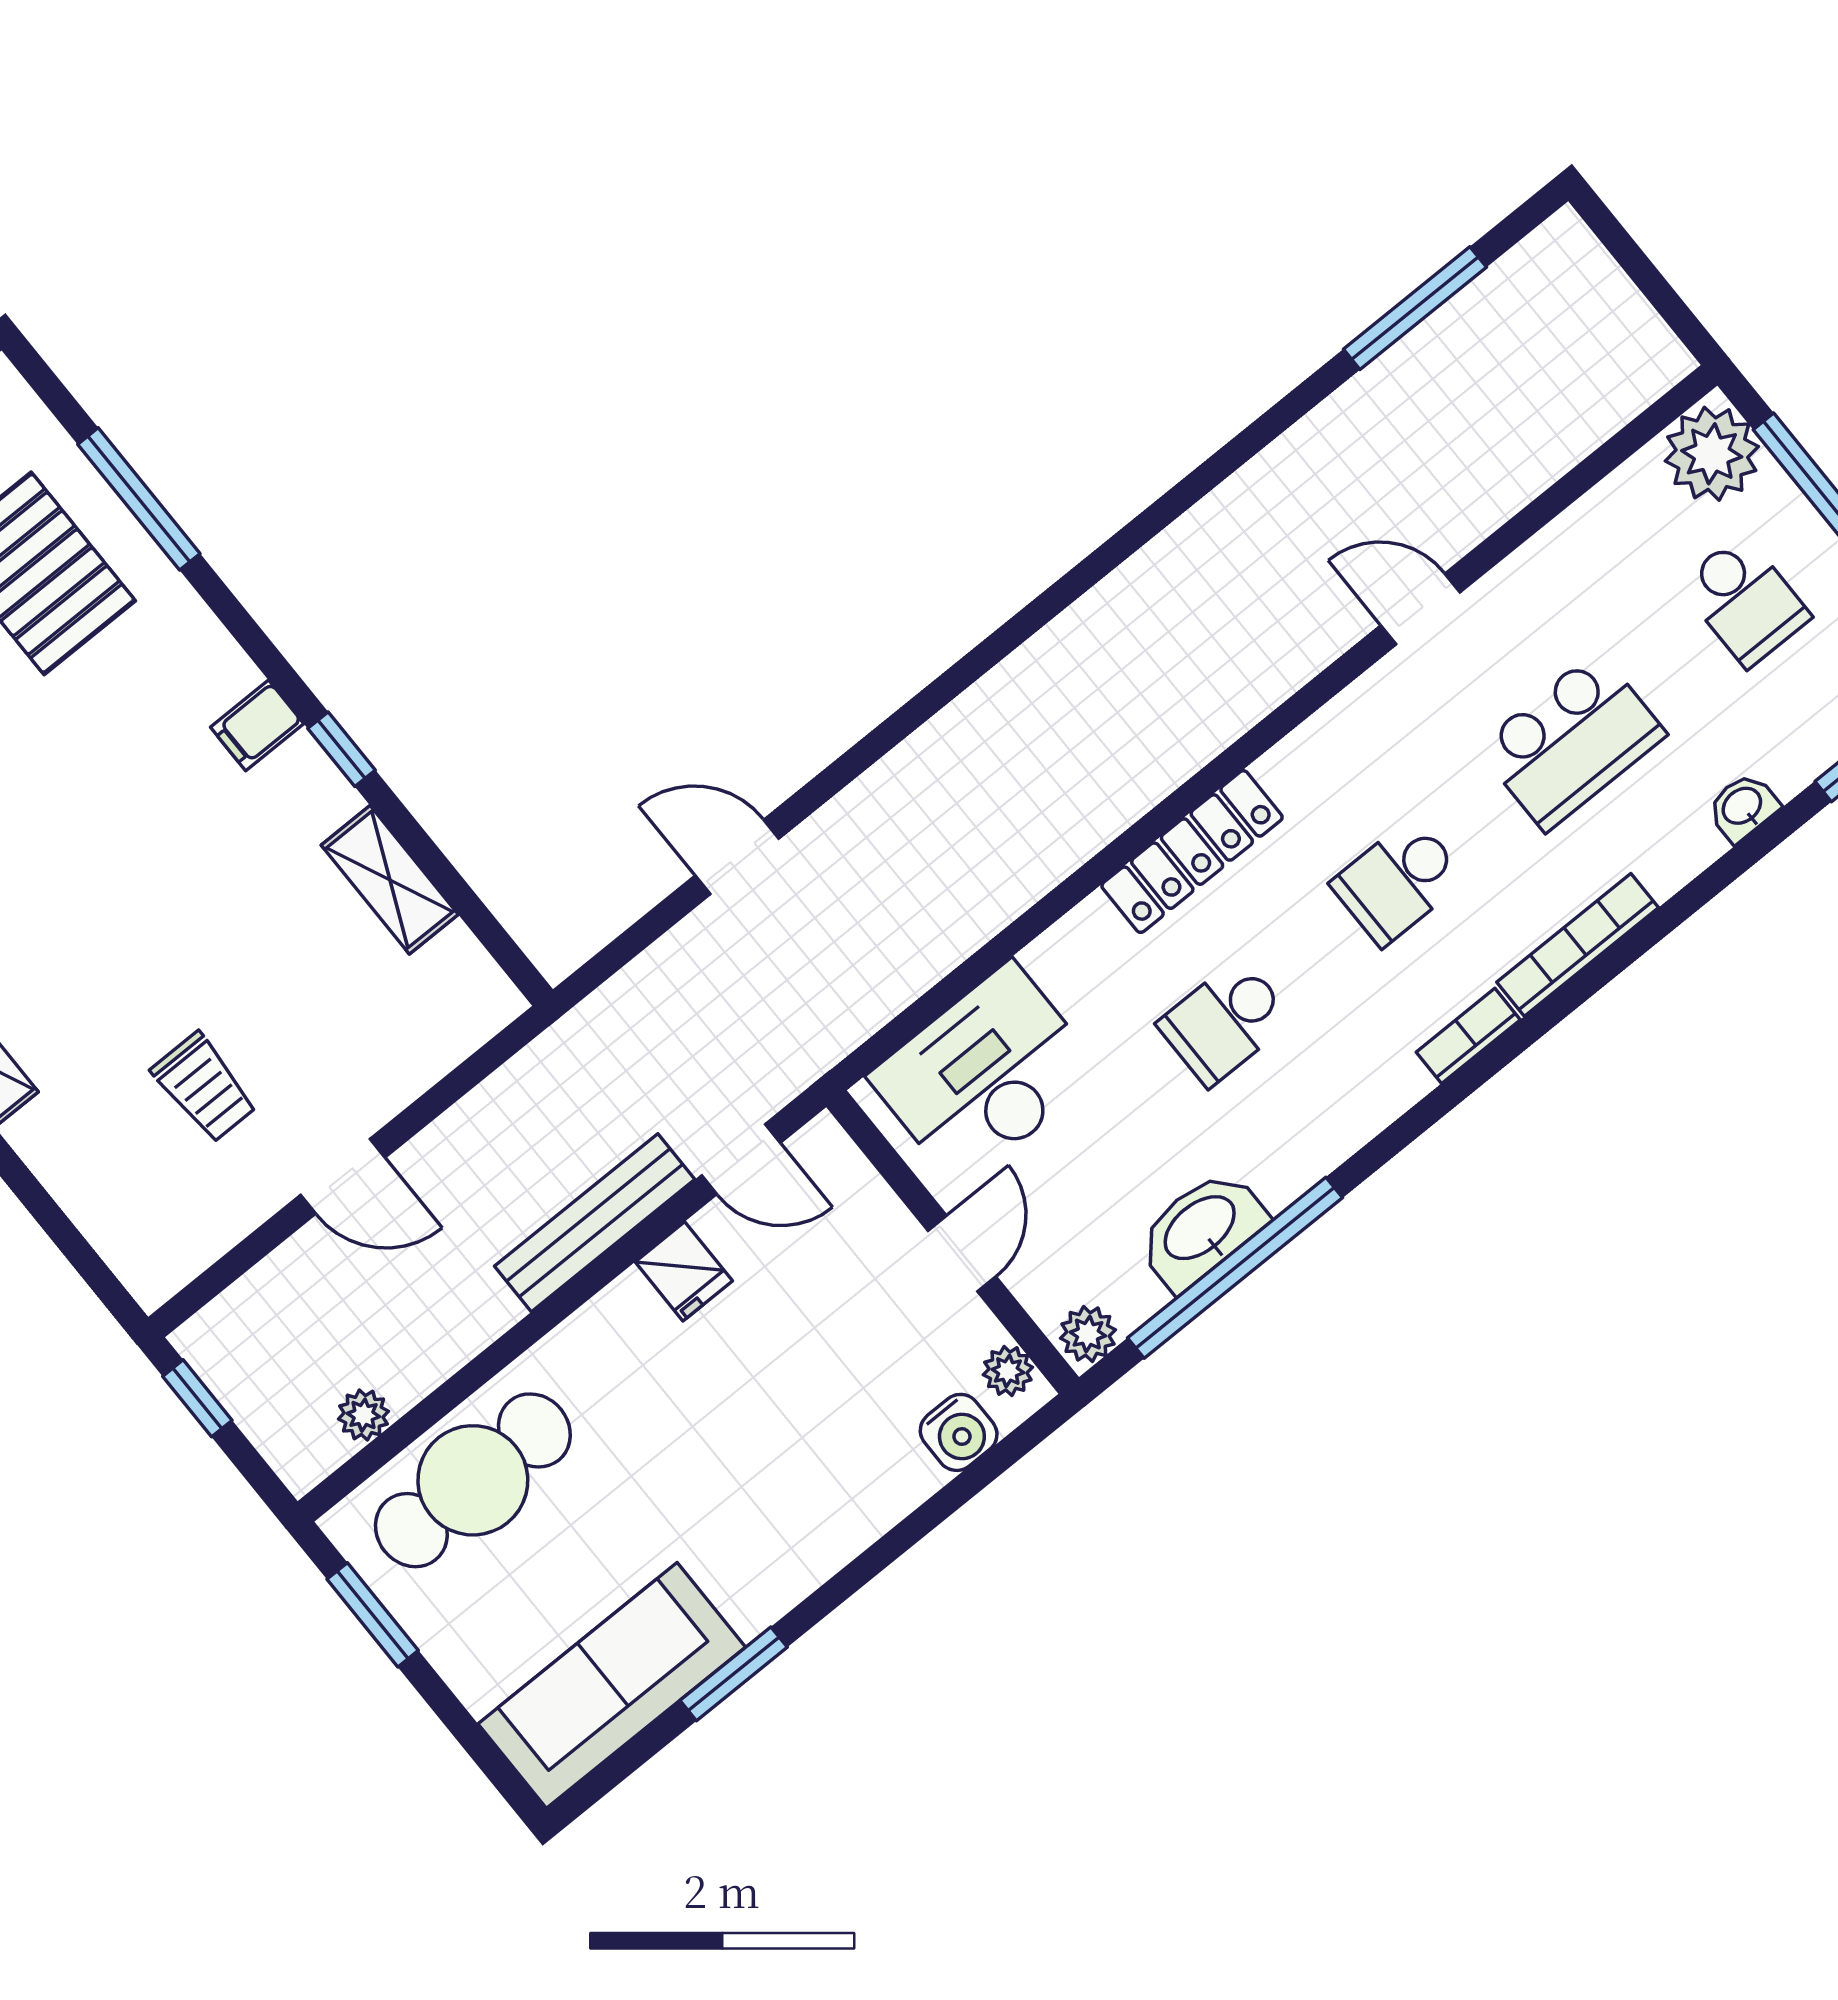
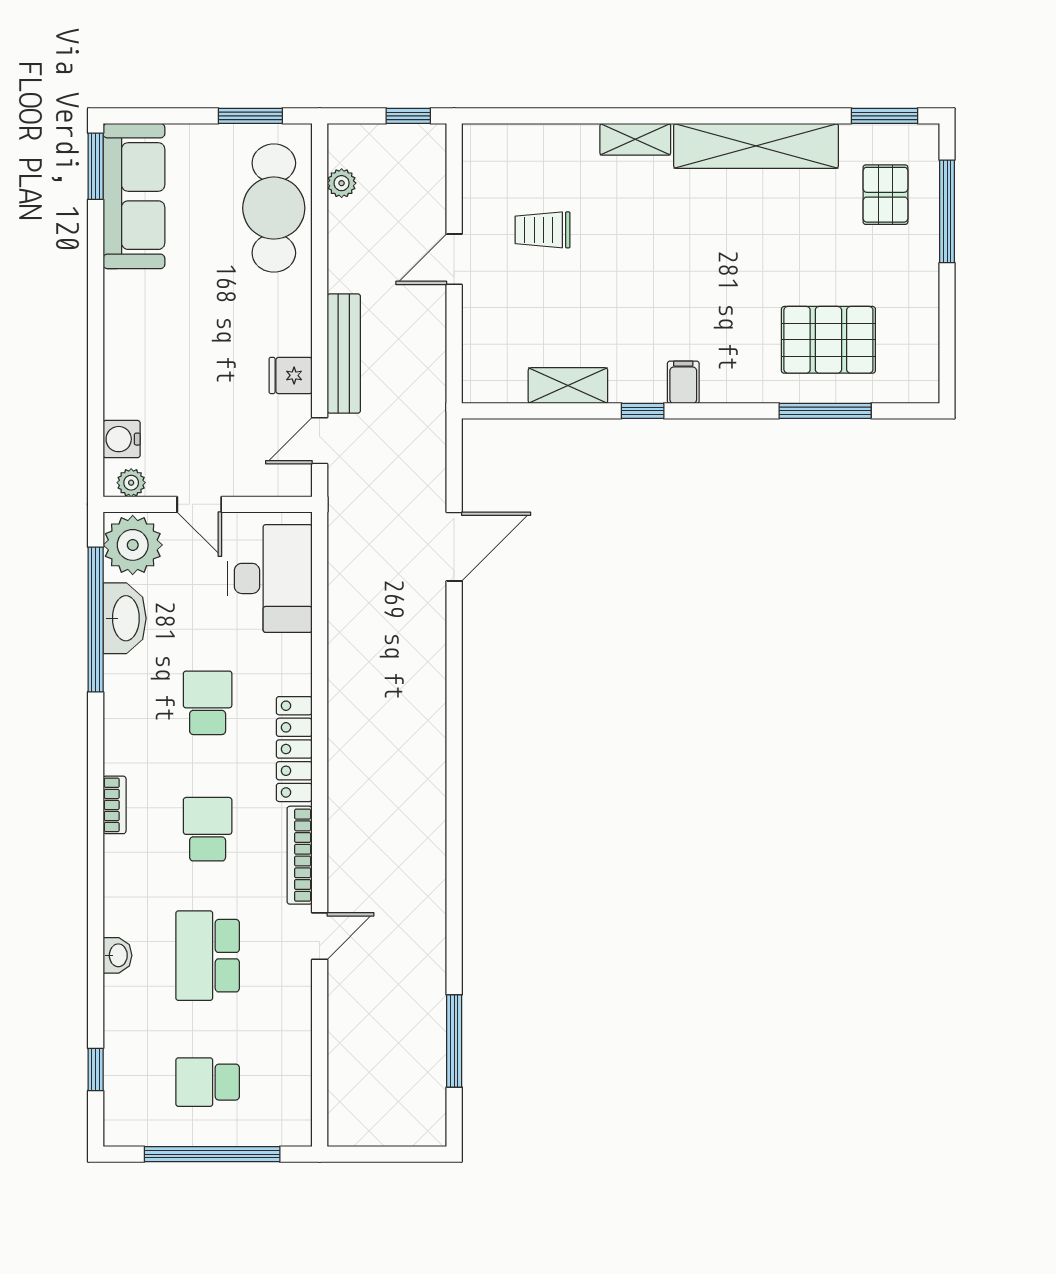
plant: (1712, 454) -> (284, 1120), removed
washbasin: (1743, 807) -> (117, 955), moved
door: (737, 857) -> (454, 547), width x1.38
bookcase: (1578, 945) -> (300, 855), moved, turned 180
plant: (1088, 1334) -> (133, 545), width x1.87, depth x1.87
window: (734, 1674) -> (96, 166), moved

